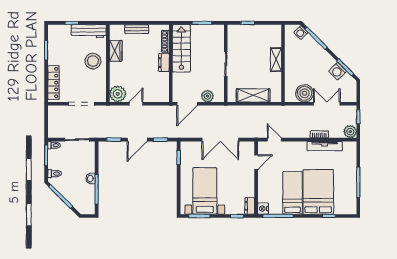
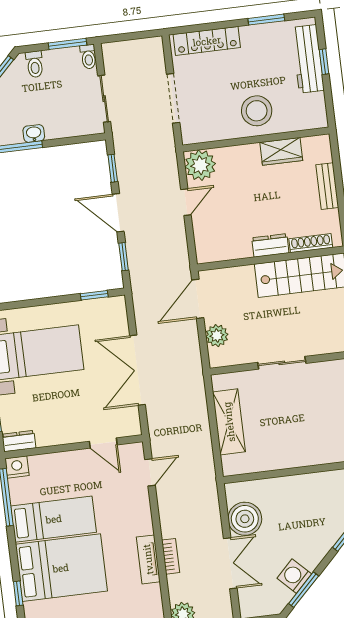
workbench: (89, 31) -> (308, 59), moved
shelving: (276, 60) -> (302, 457), removed
door: (136, 104) -> (186, 202), hinge flipped
door: (187, 104) -> (198, 299), hinge flipped
tv unit: (325, 146) -> (148, 559), width x0.71

